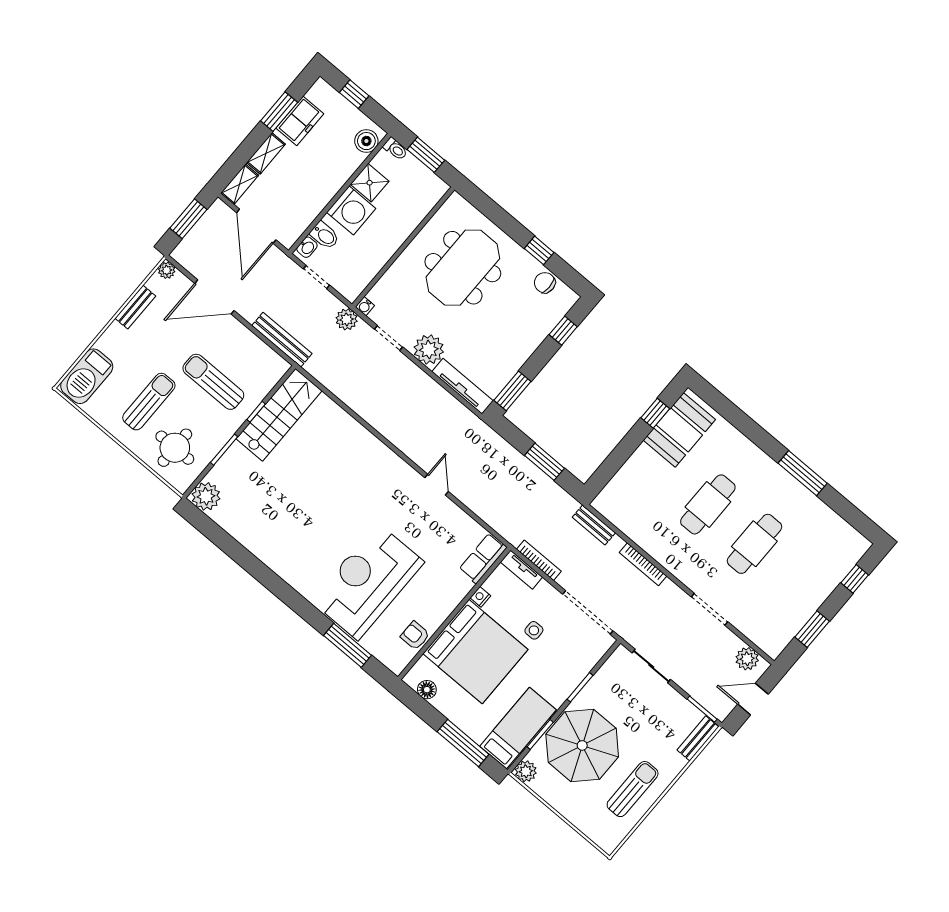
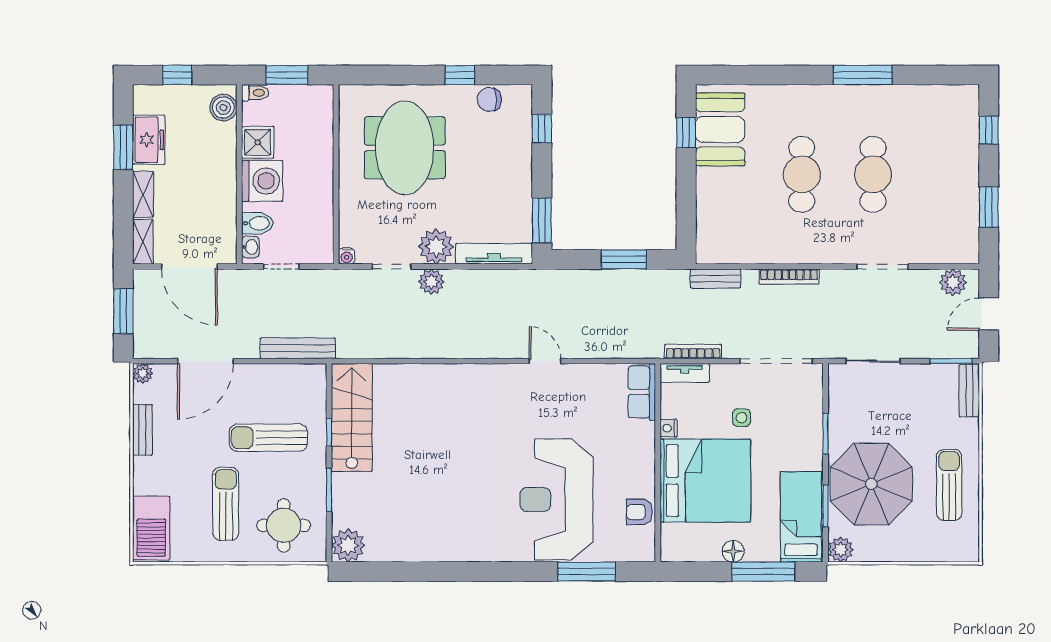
plant: (347, 319) -> (431, 282), moved
floor lamp: (427, 690) -> (733, 551), moved

